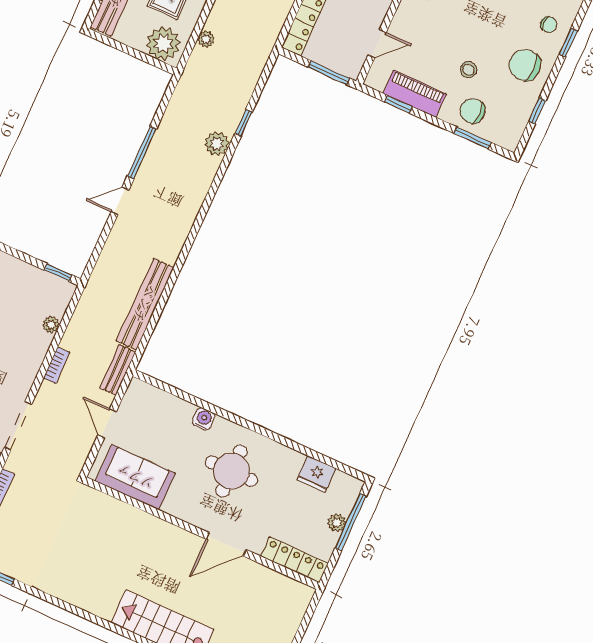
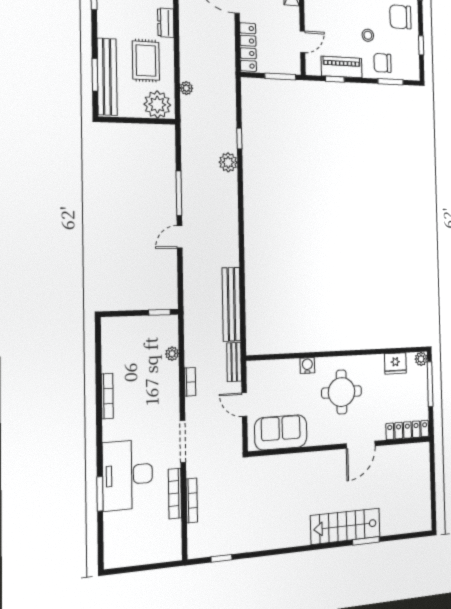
plant: (337, 523) -> (421, 359), moved

